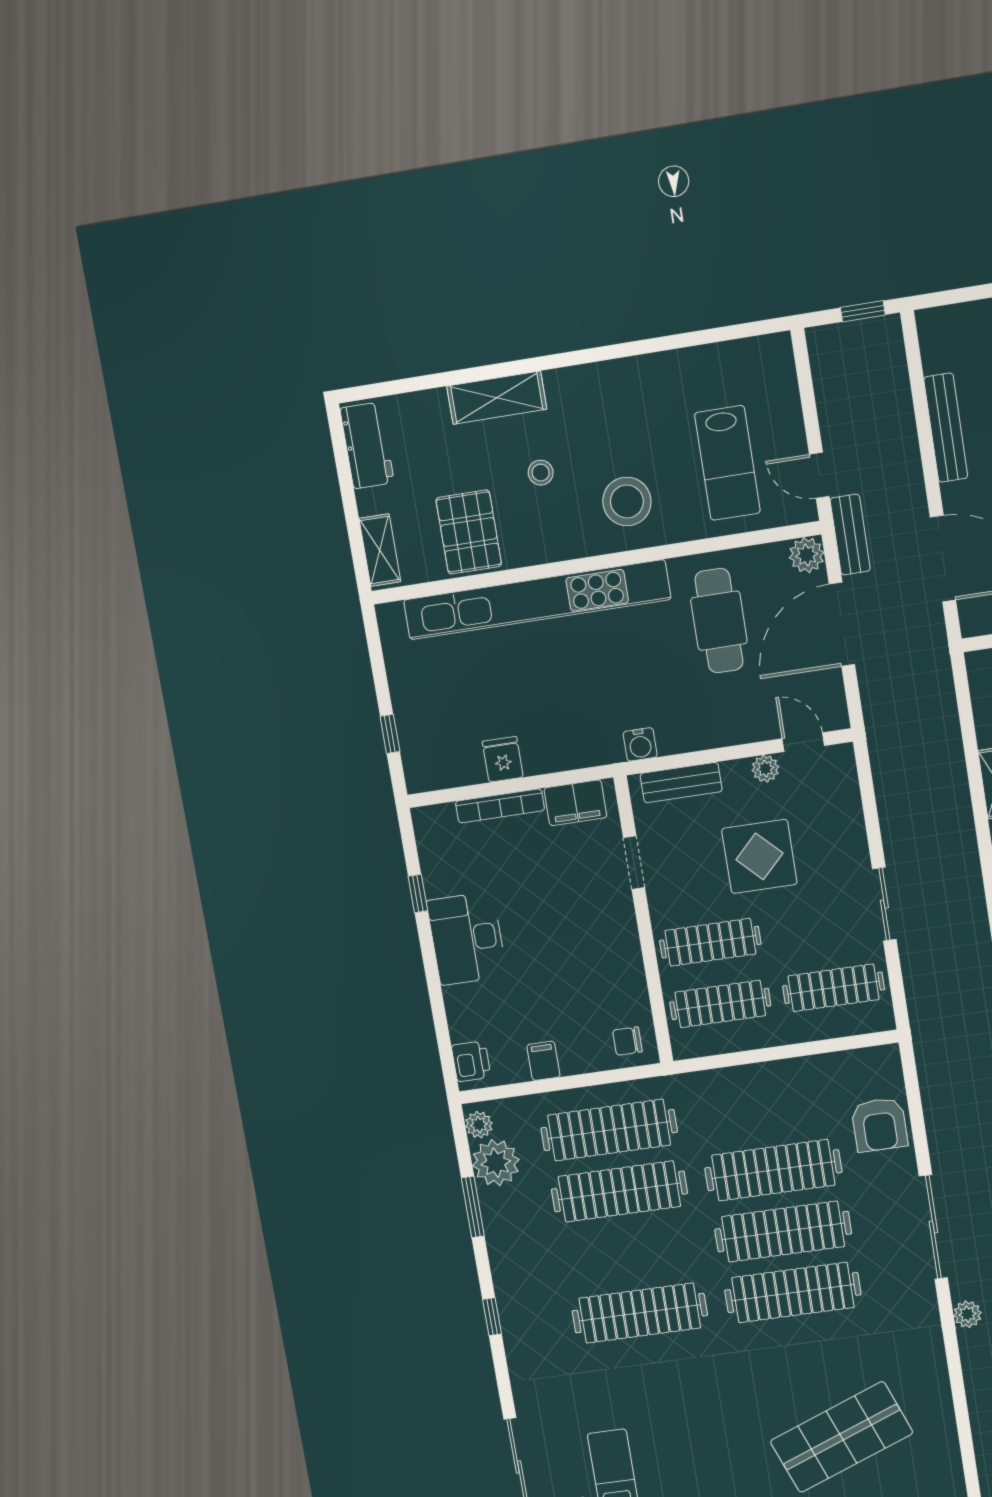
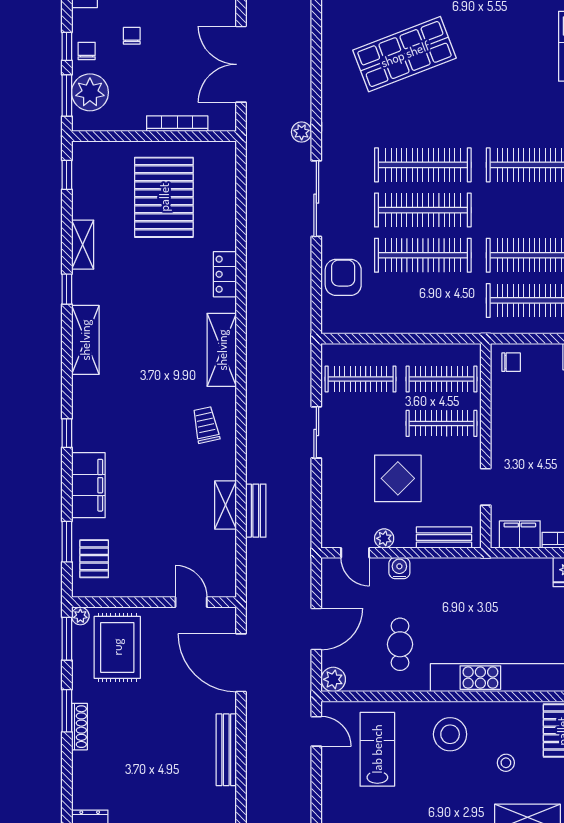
bench: (850, 535) -> (256, 511), moved
cafe table: (719, 621) -> (400, 644), width x0.73, depth x0.74
door: (842, 624) -> (316, 629), width x0.73
water cooler: (640, 744) -> (399, 568), moved

